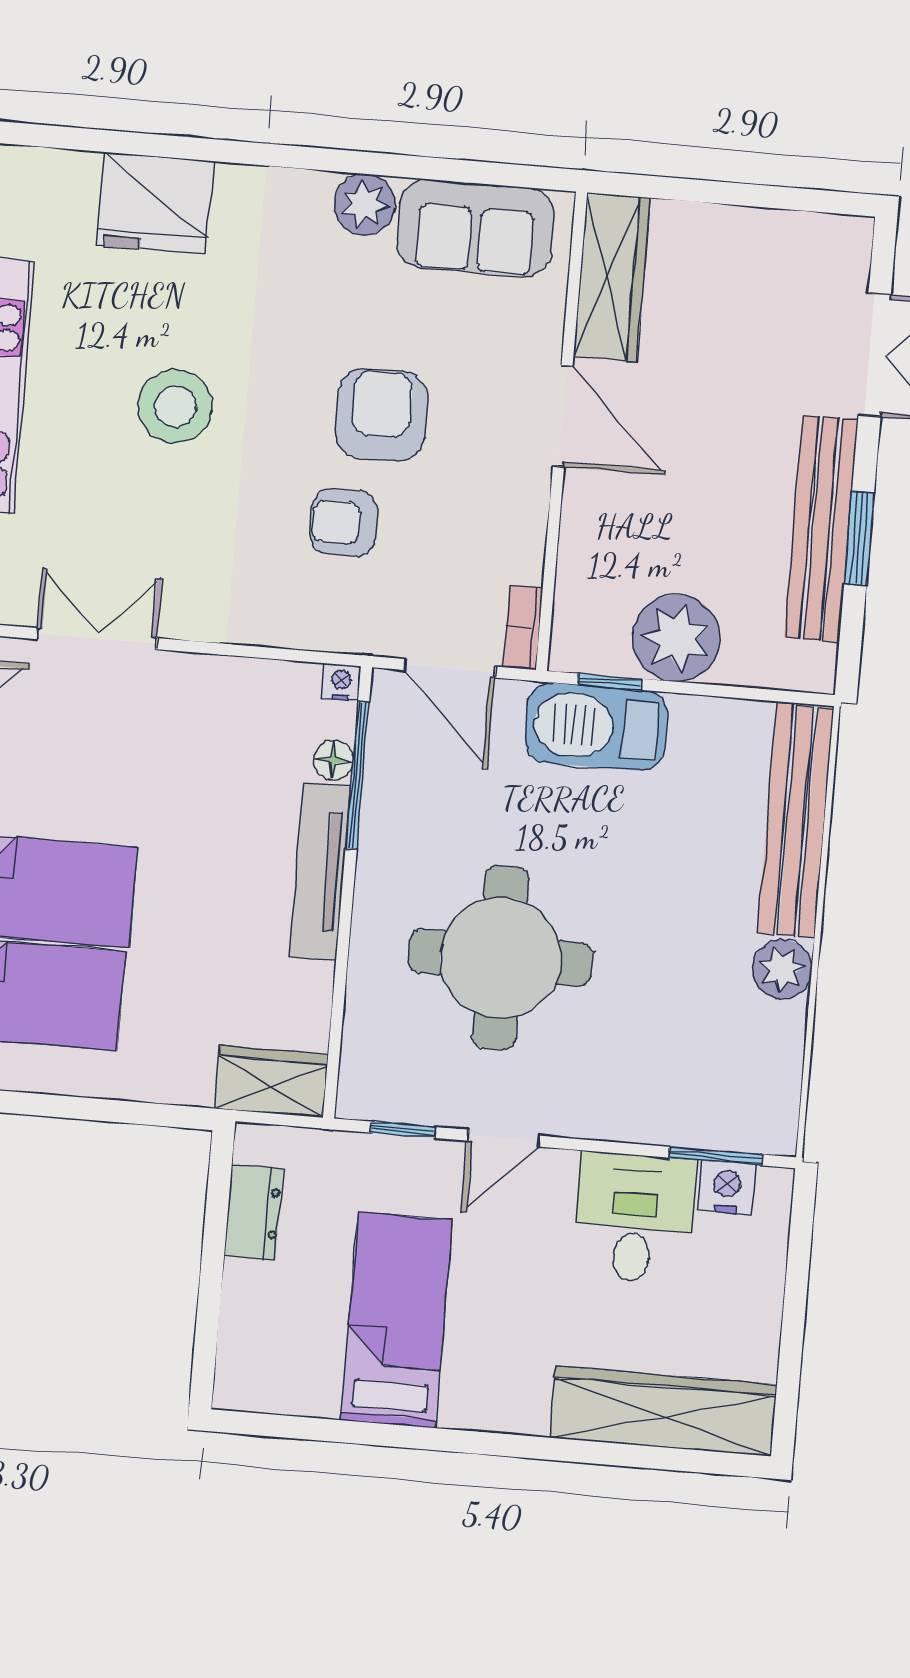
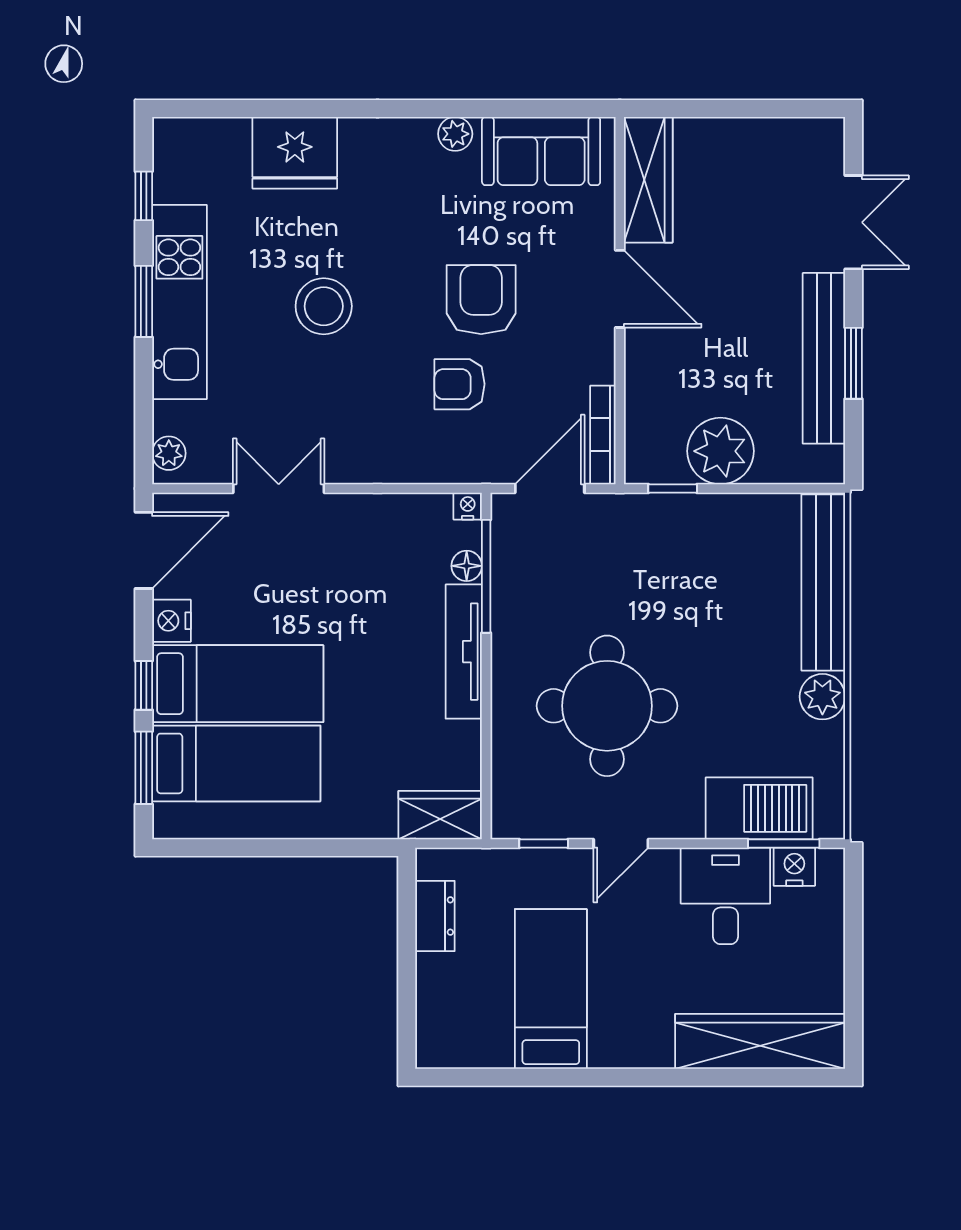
plant: (365, 205) -> (455, 134), width x0.73, depth x0.73
bookcase: (523, 628) -> (603, 435), width x1.56
door: (450, 668) -> (550, 488), swing flipped
barbecue: (596, 727) -> (759, 808), moved, turned 180

